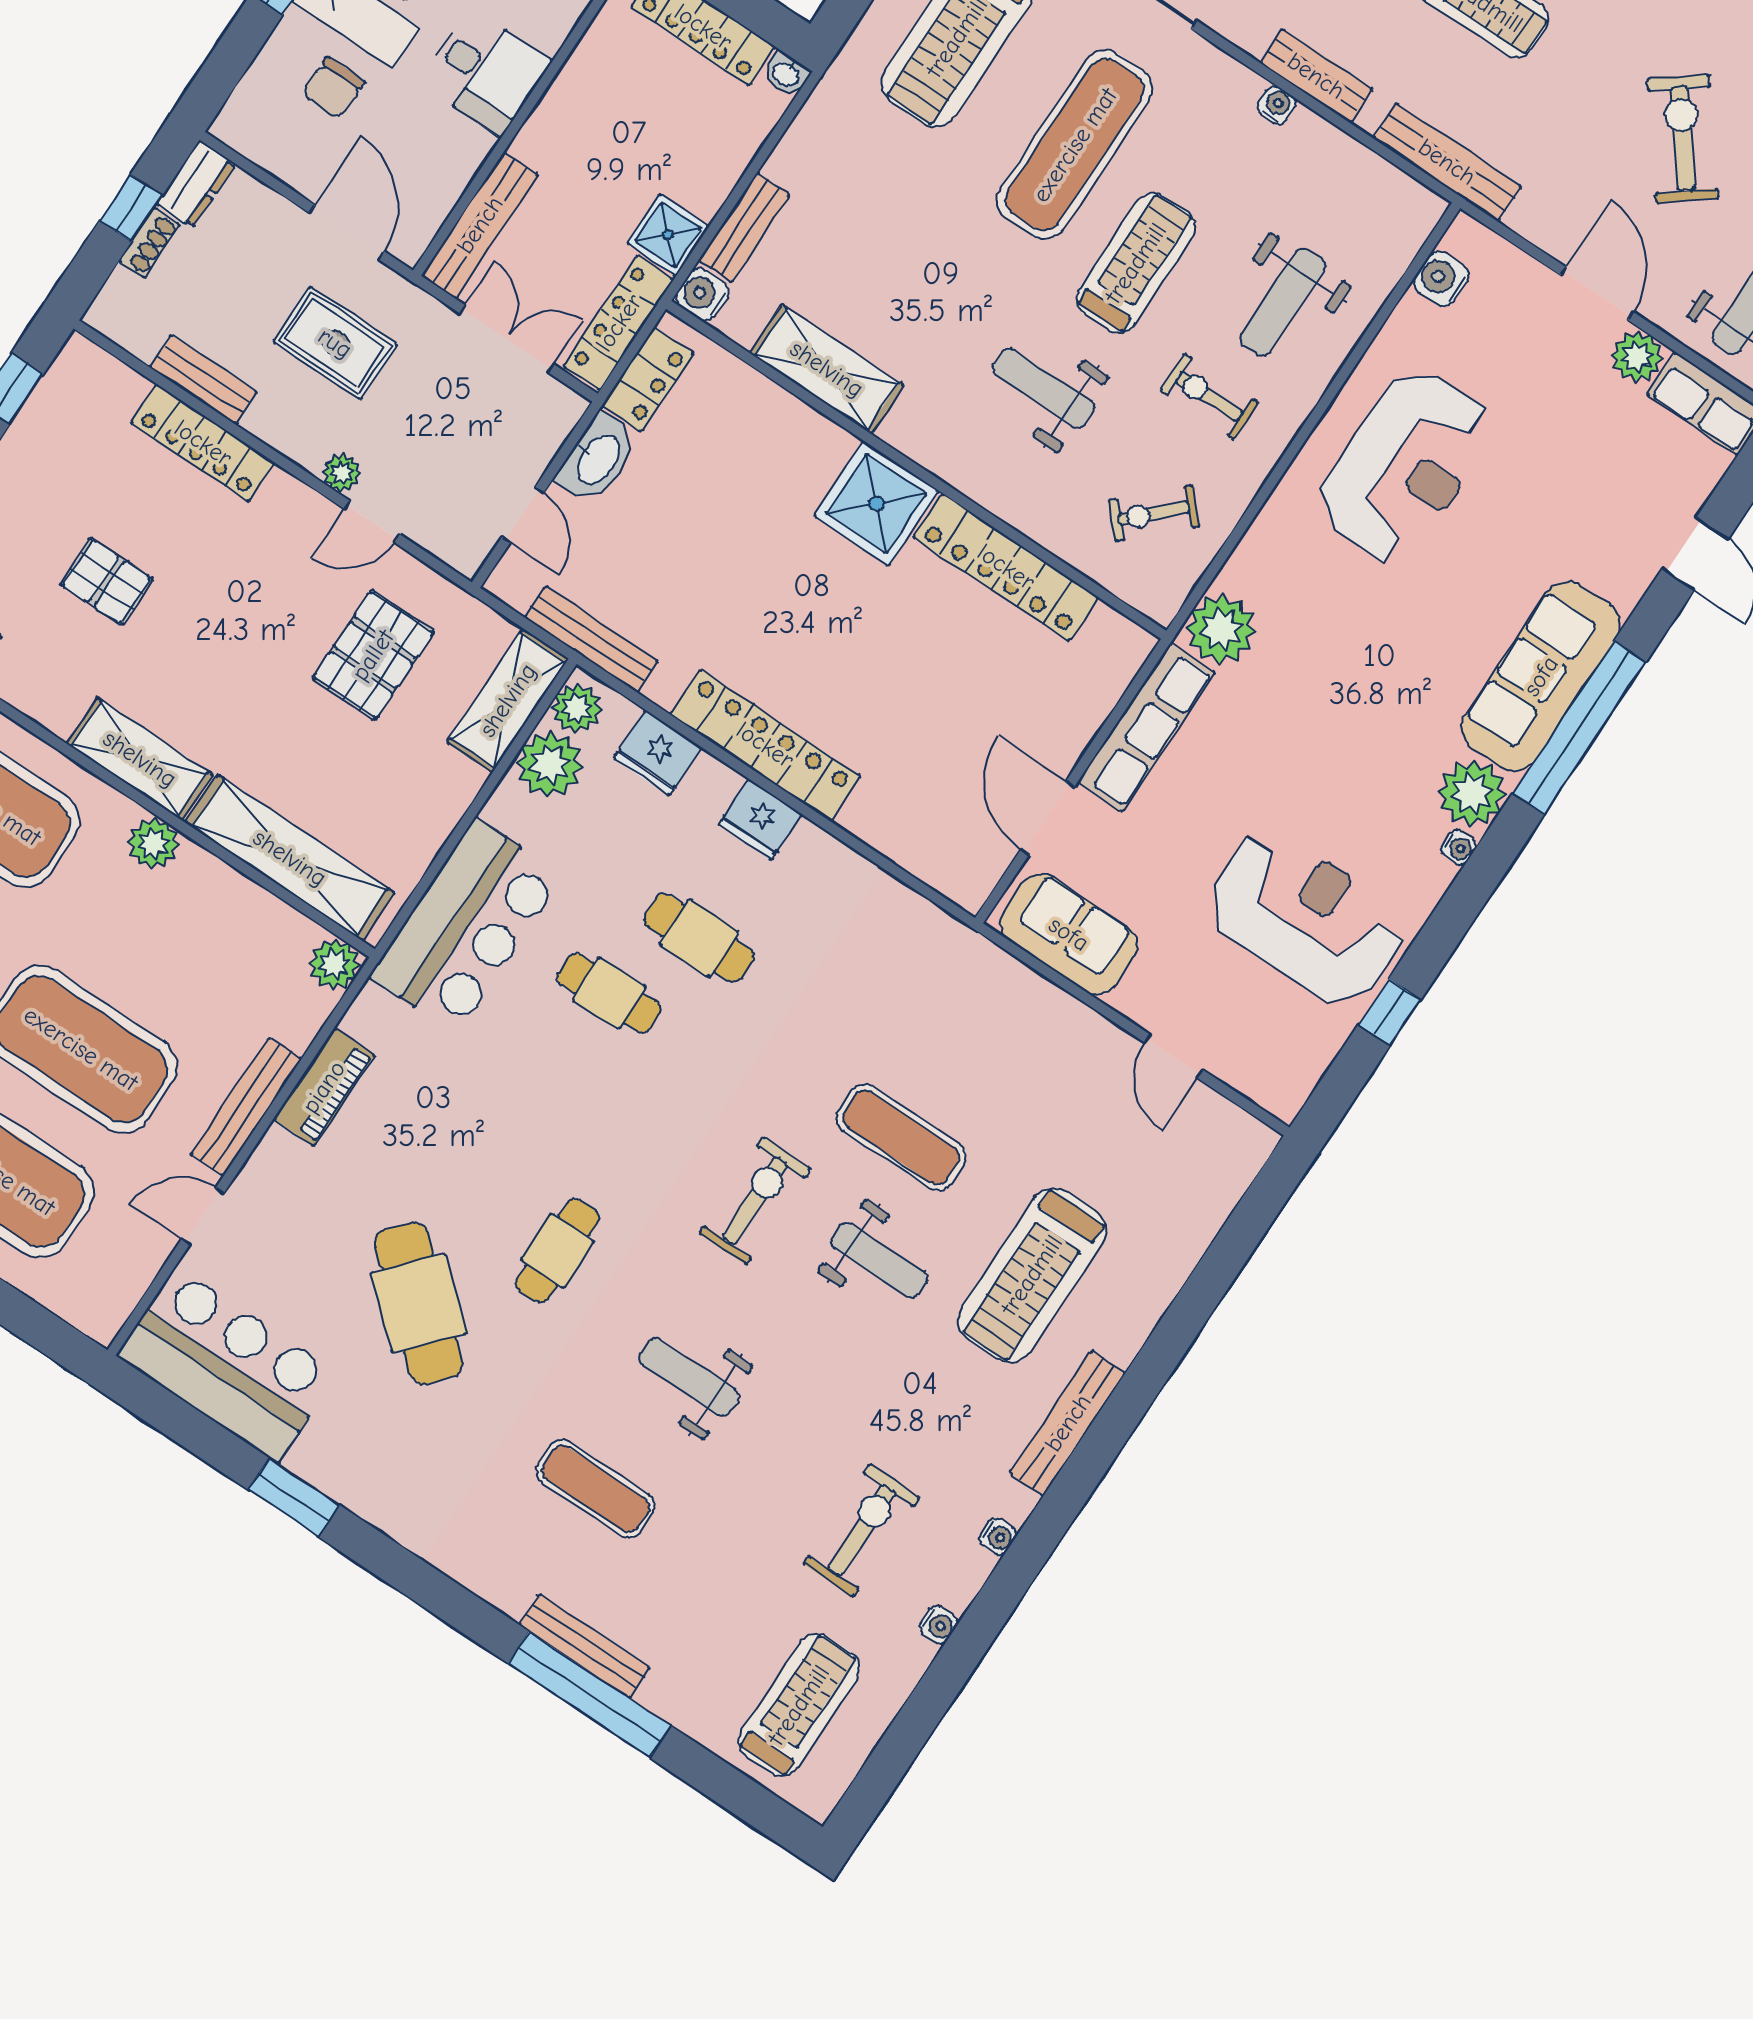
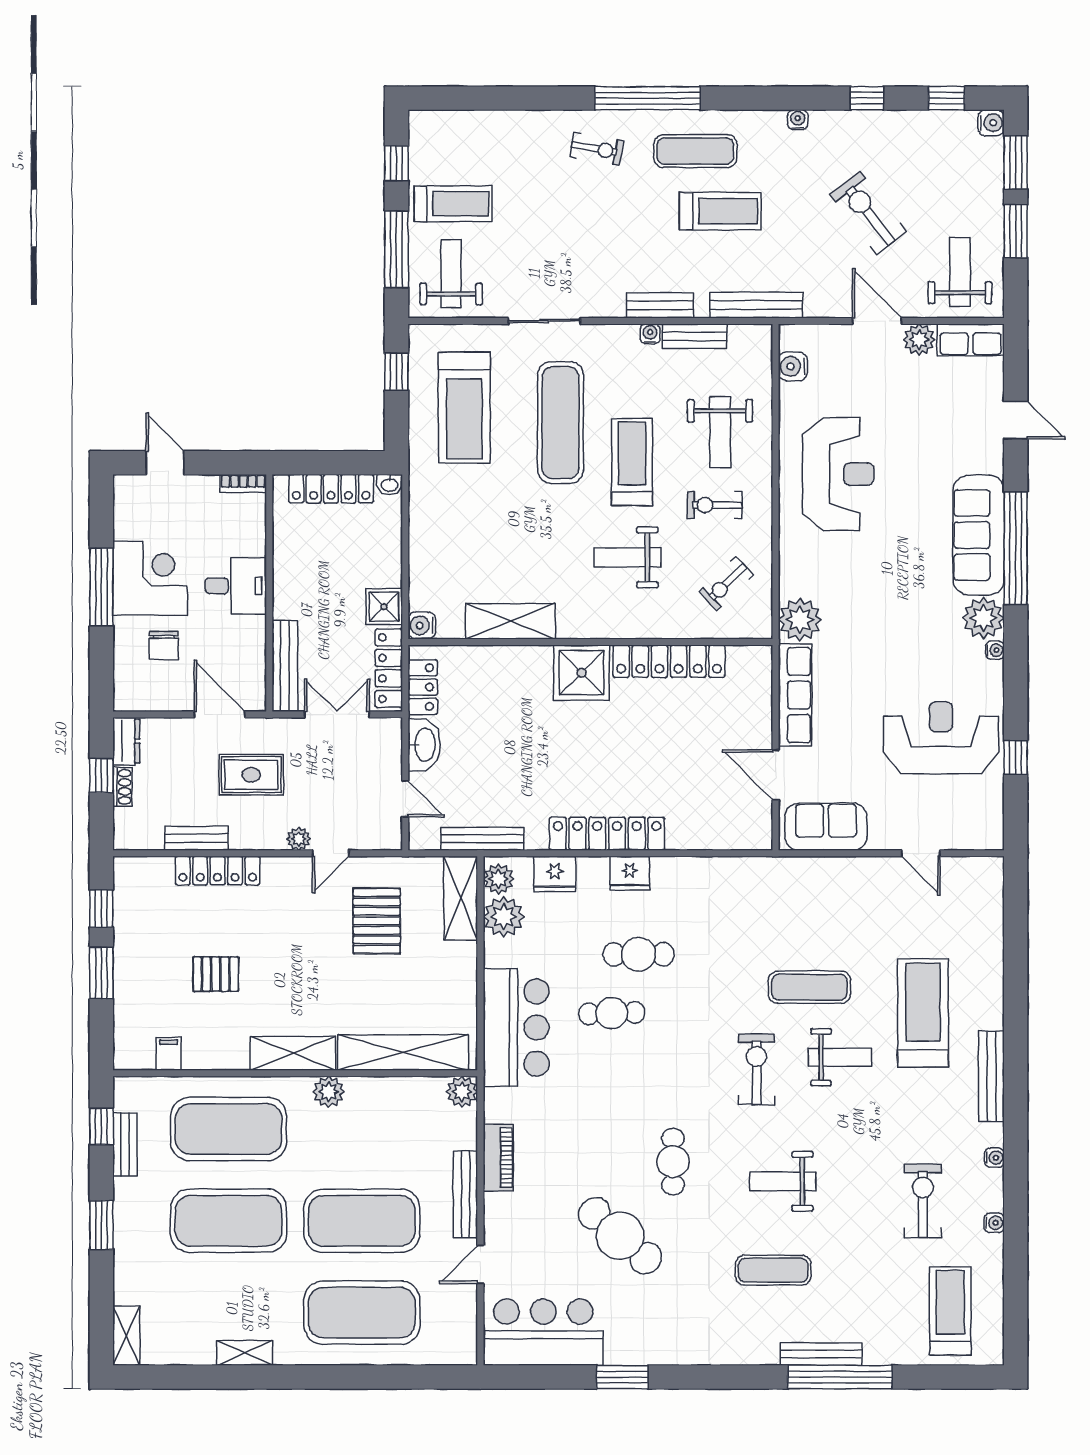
bench: (744, 228) -> (695, 336), moved, turned 90
treadmill: (1032, 1275) -> (923, 1013), turned 180

